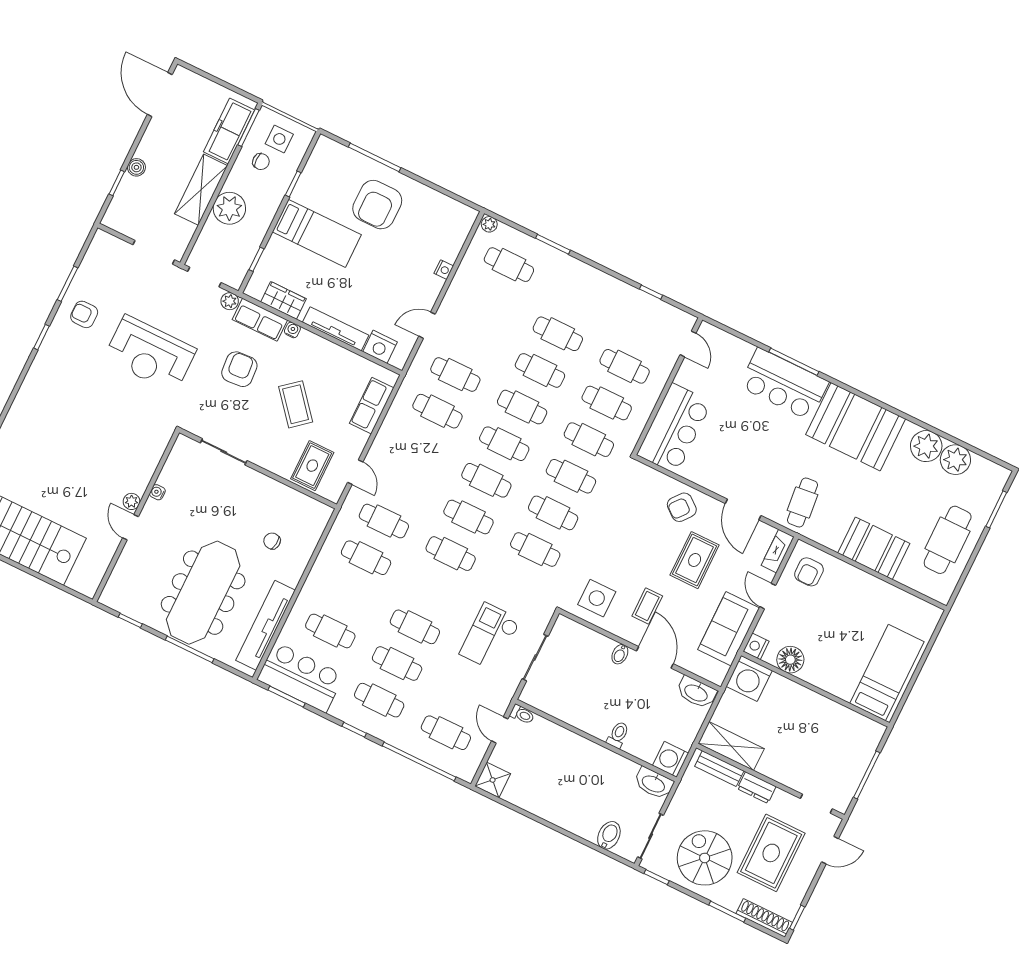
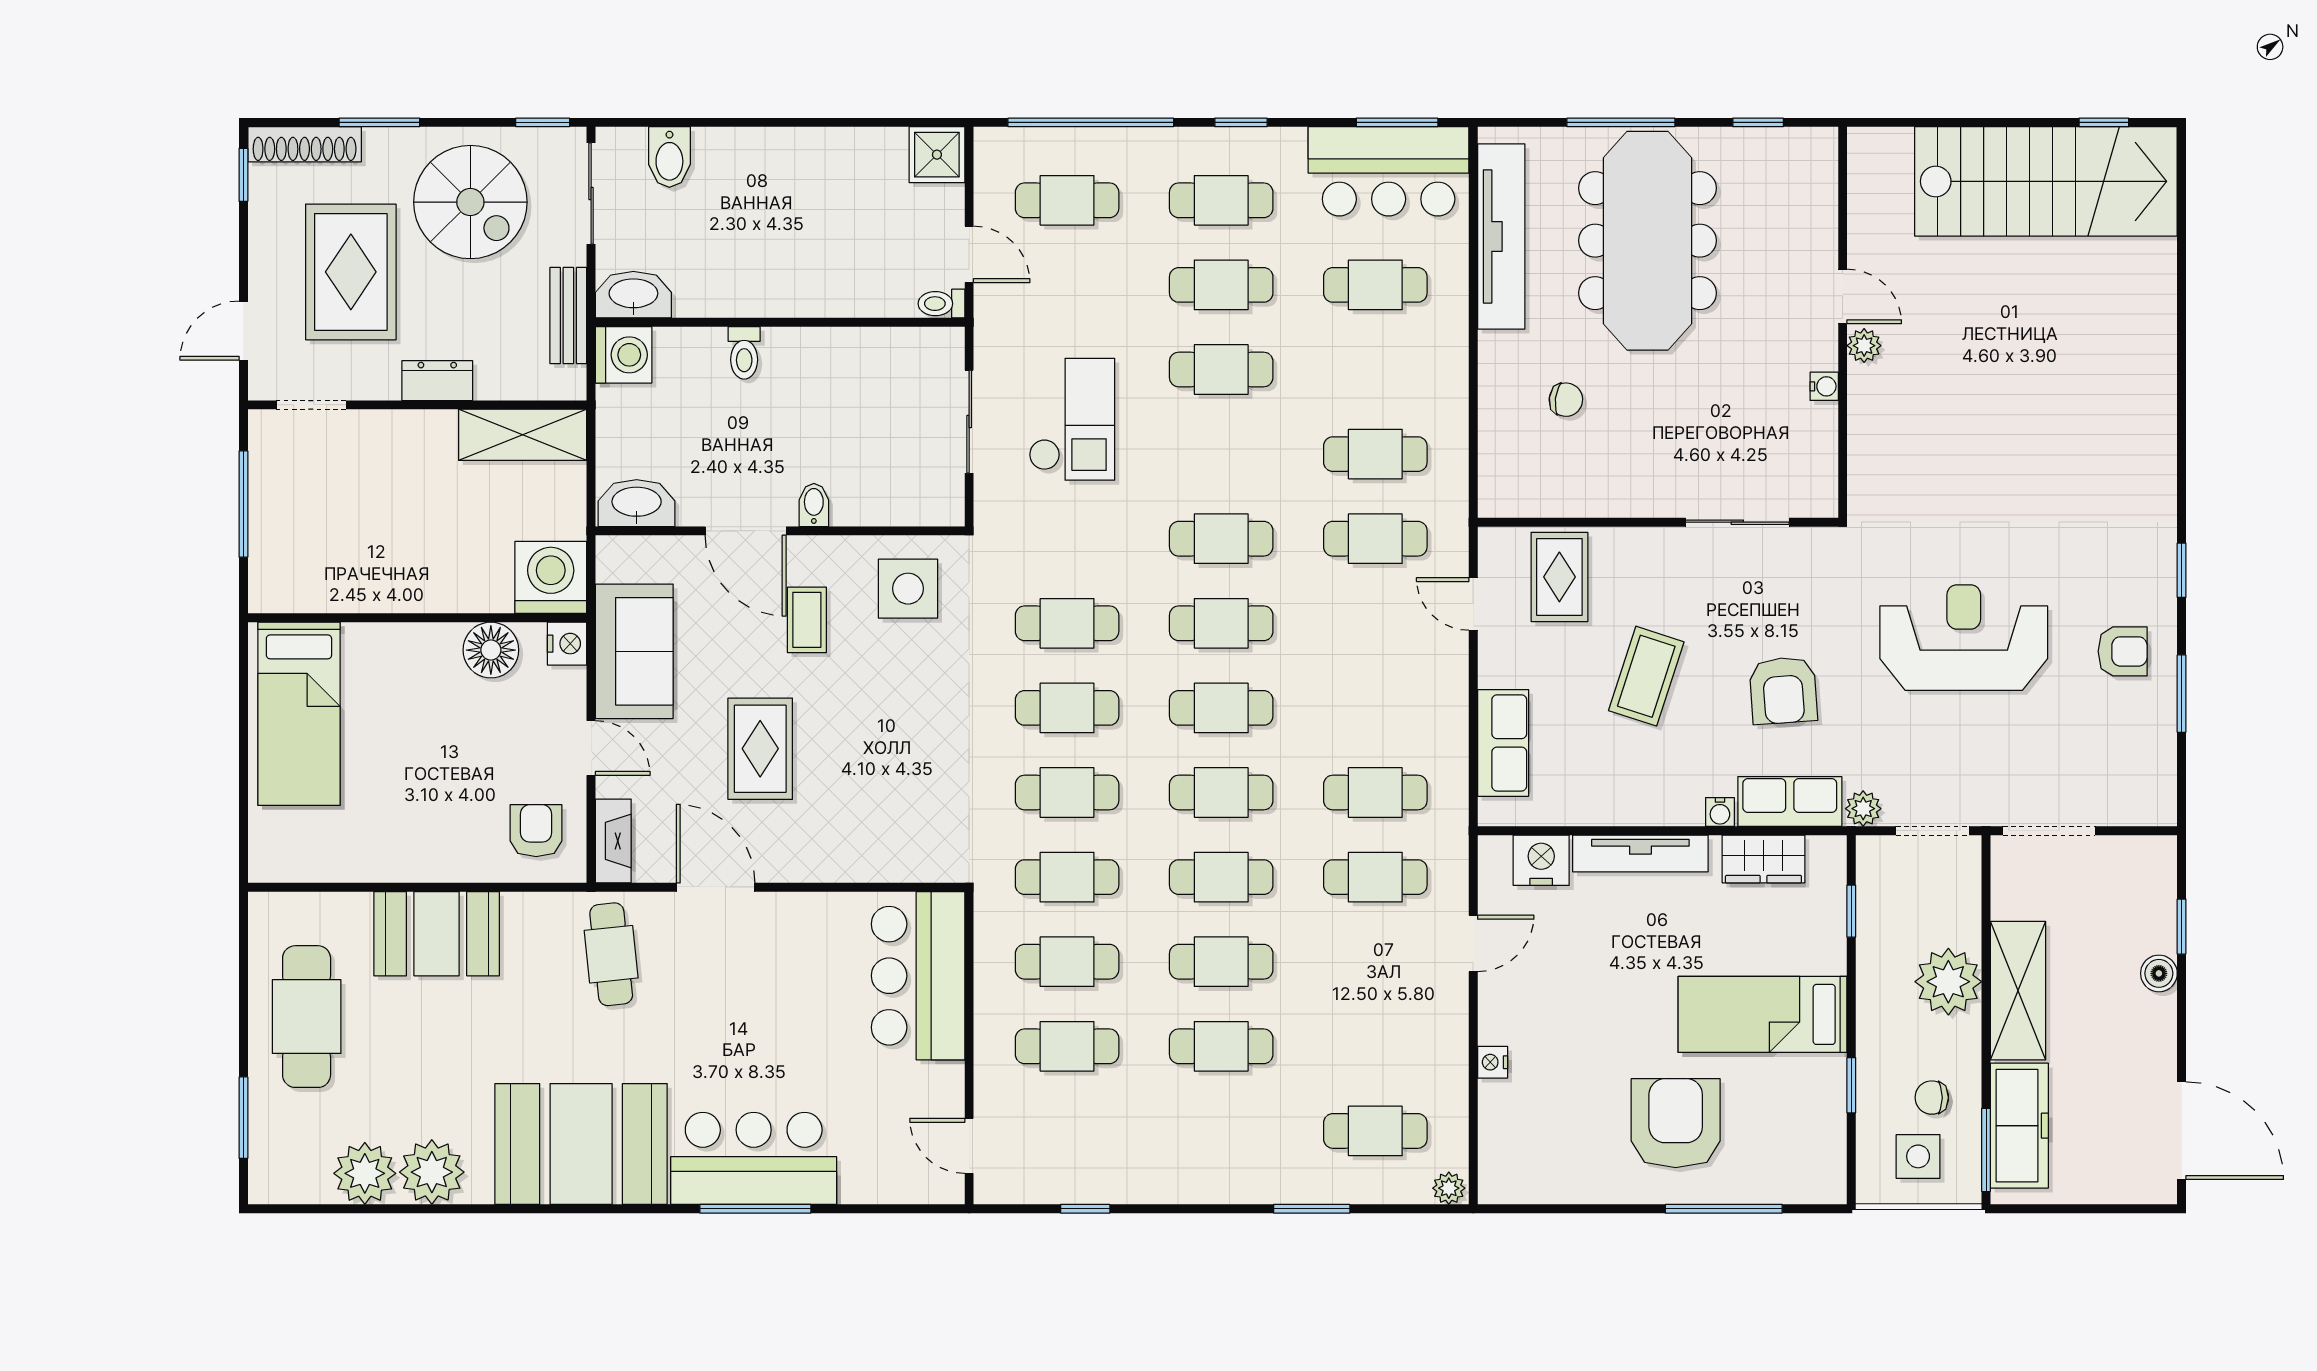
coffee table: (296, 404) -> (1646, 676), turned 58
armchair: (682, 507) -> (832, 836), removed
bench: (719, 769) -> (568, 315), moved, turned 90

